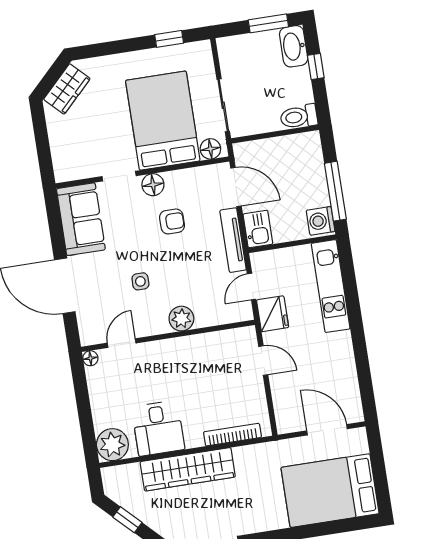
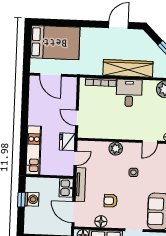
floor lamp: (153, 185) -> (101, 221), moved
window: (335, 191) -> (21, 200), width x0.46
washing machine: (321, 221) -> (32, 199), moved
desk: (158, 428) -> (129, 93), moved

